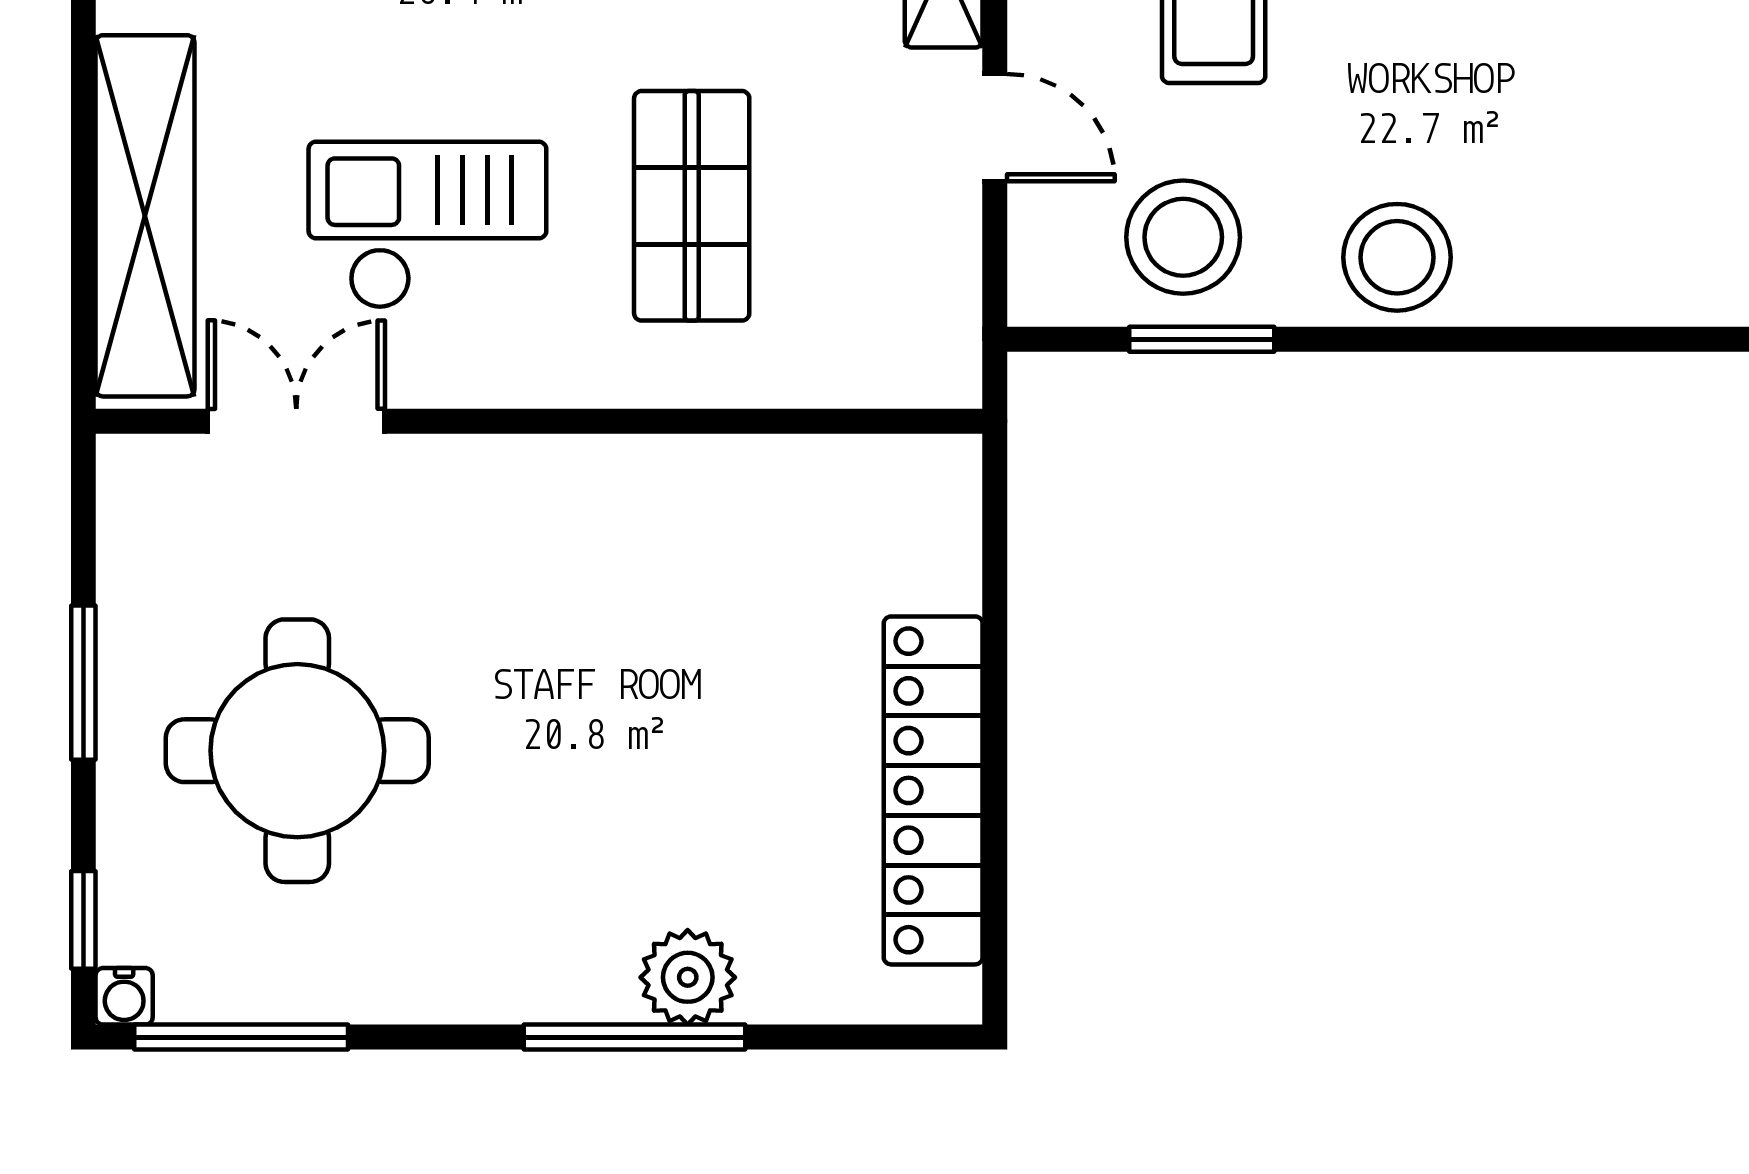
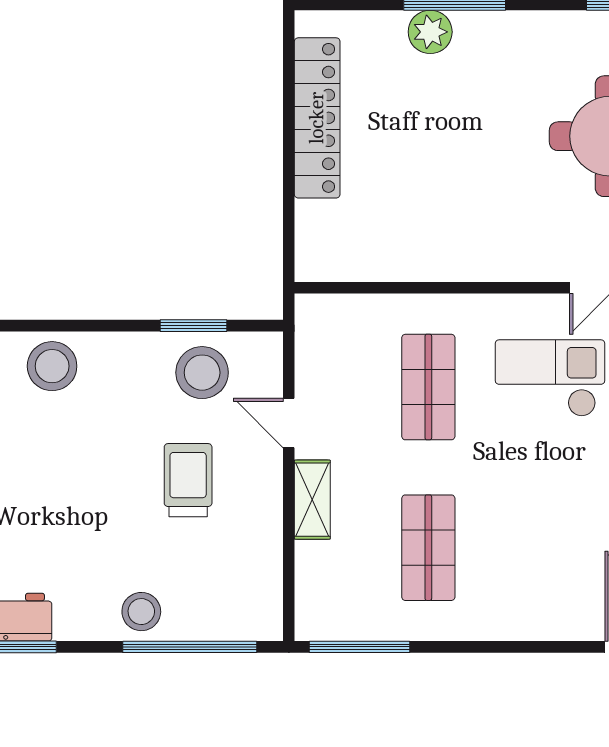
checkout: (427, 225) -> (550, 378), turned 180
stool: (1397, 257) -> (52, 366), moved

